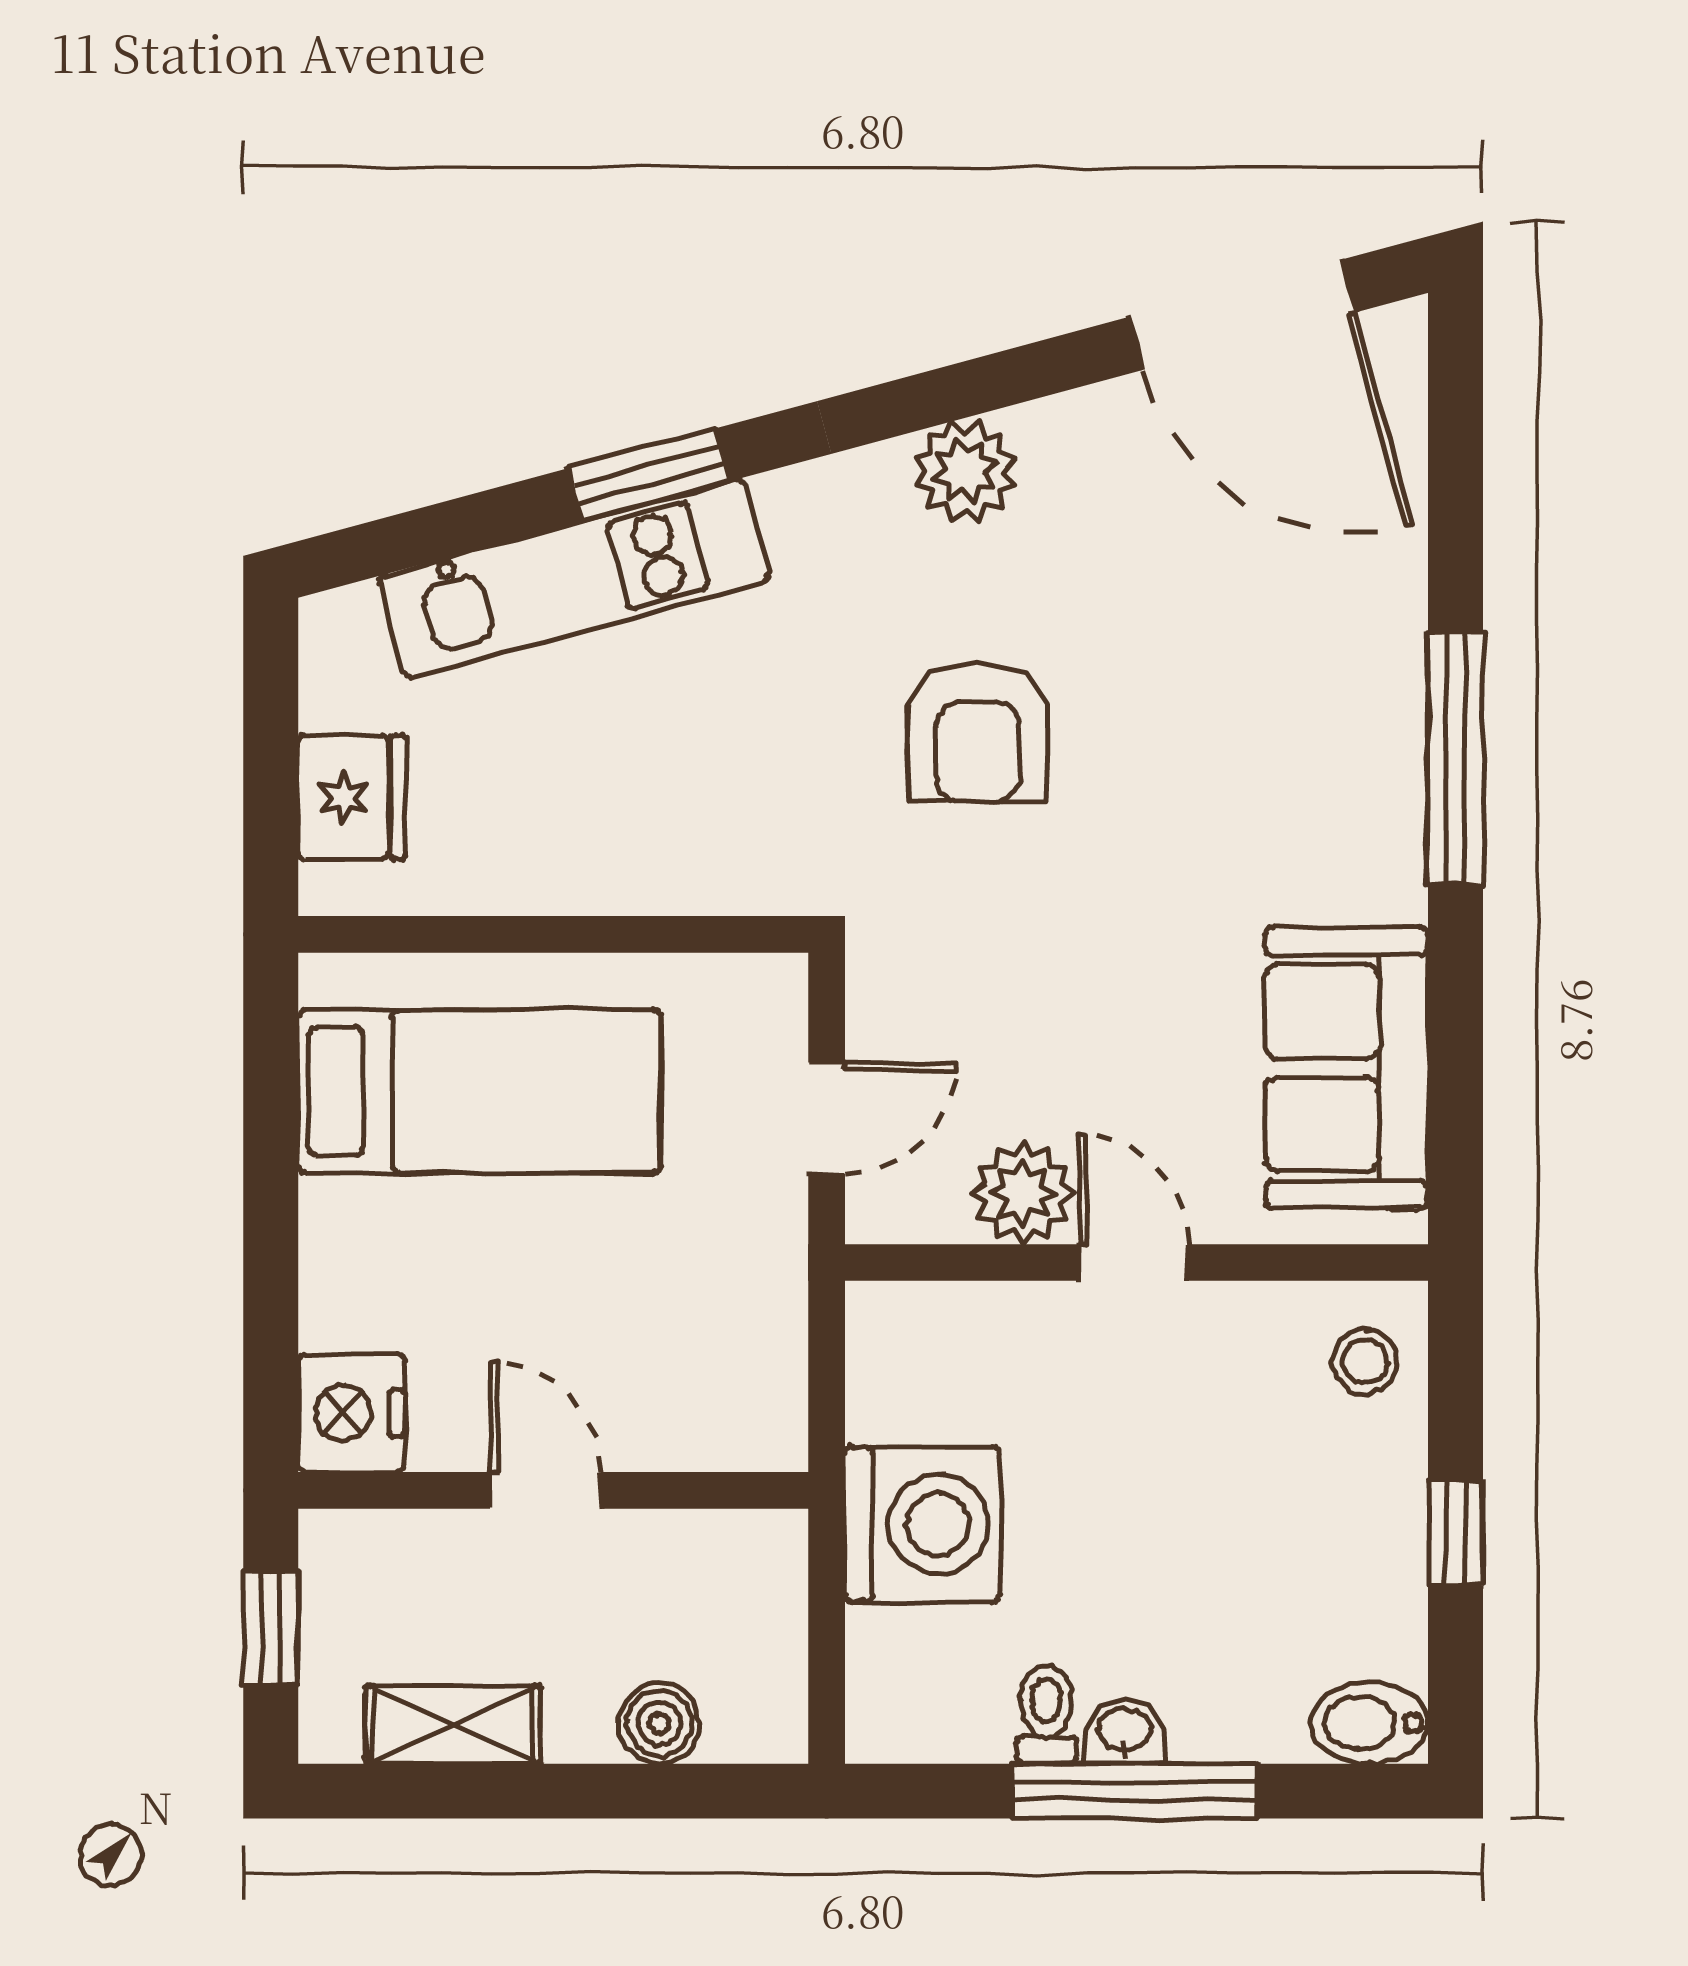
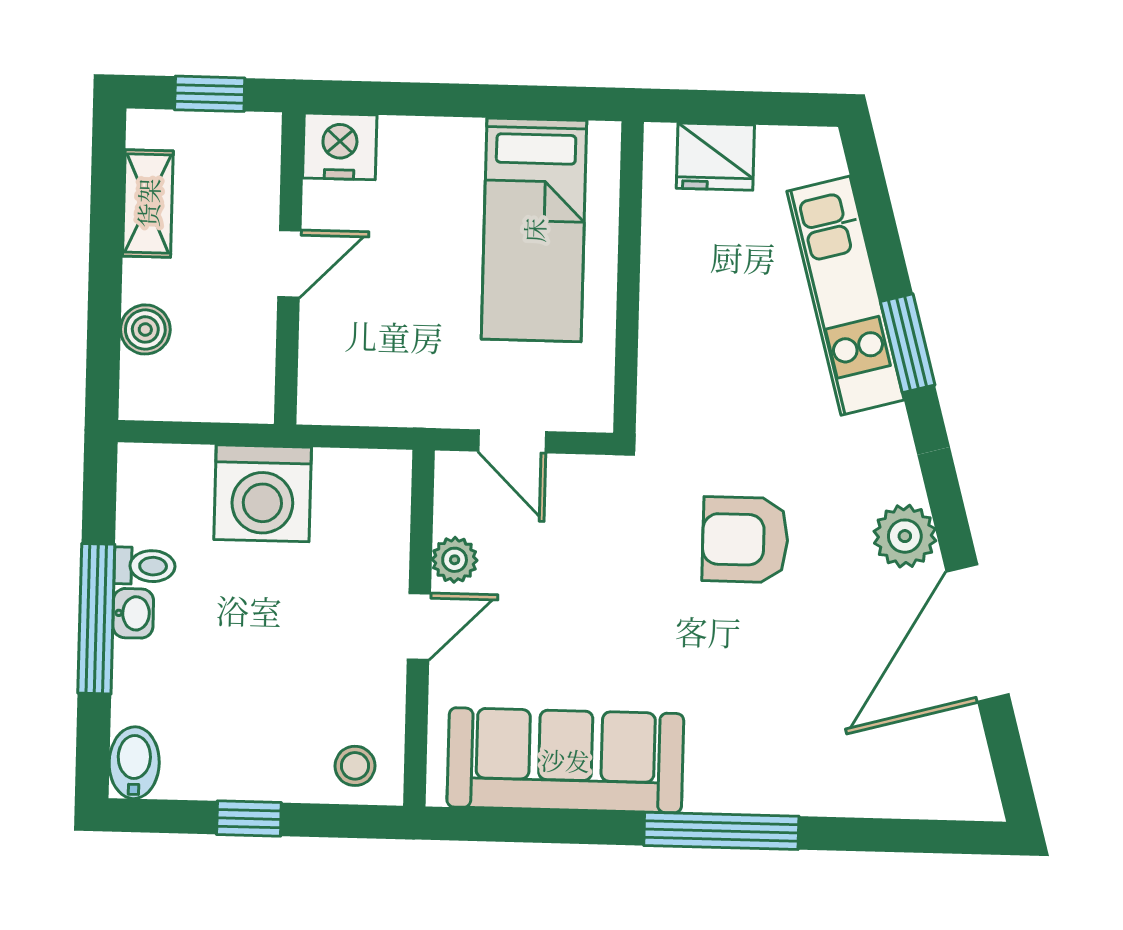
door: (1242, 315) -> (978, 633), moved
sofa: (1347, 1068) -> (565, 760), width x1.36
plant: (1023, 1193) -> (455, 560), width x0.73, depth x0.73

